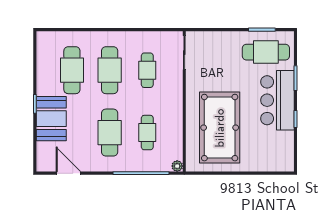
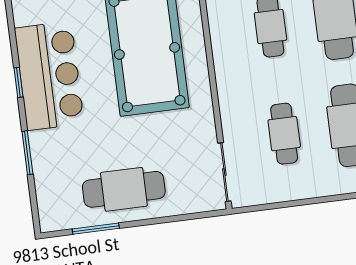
cafe table: (266, 52) -> (124, 189), moved
bar counter: (277, 100) -> (49, 76), moved

